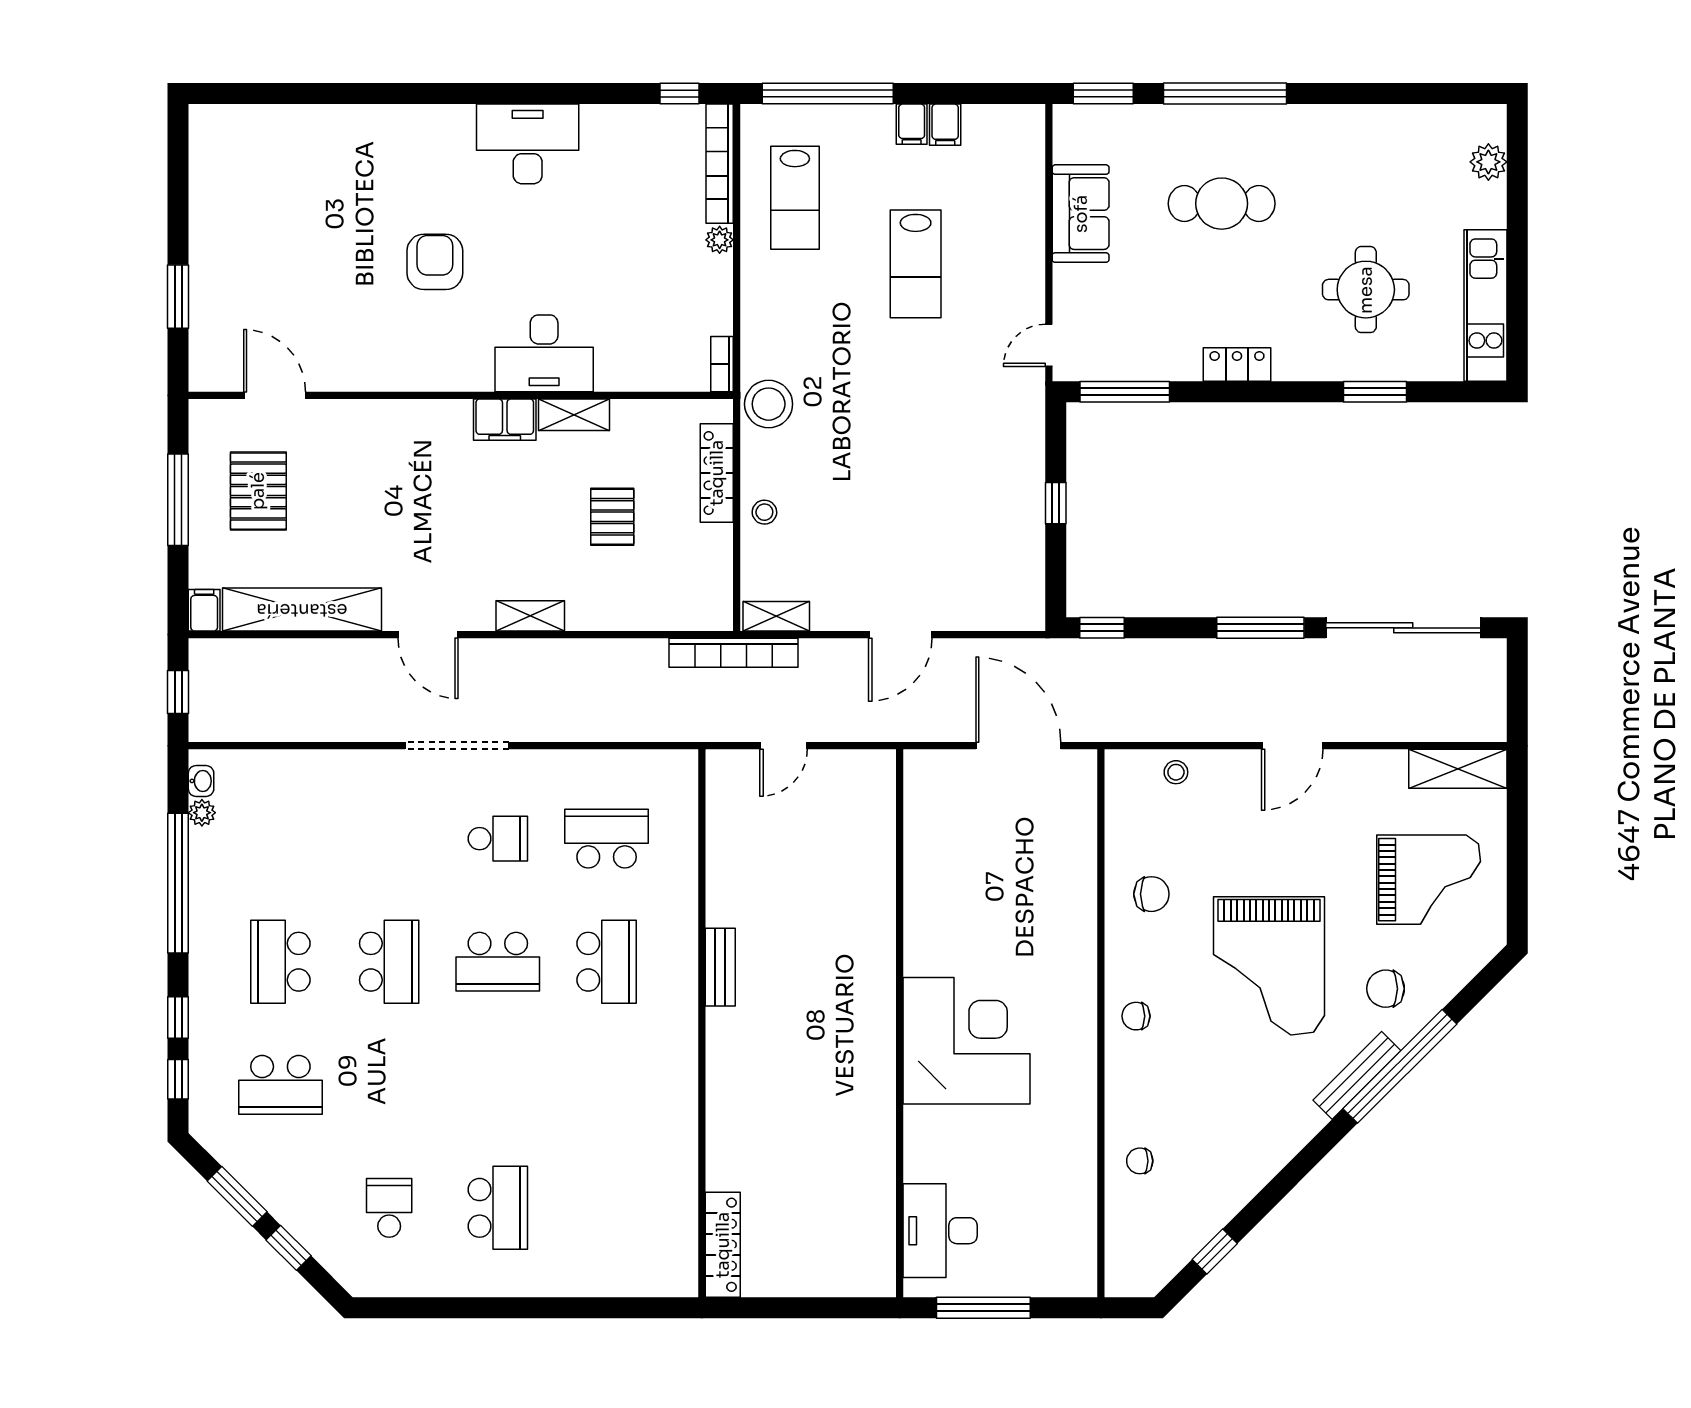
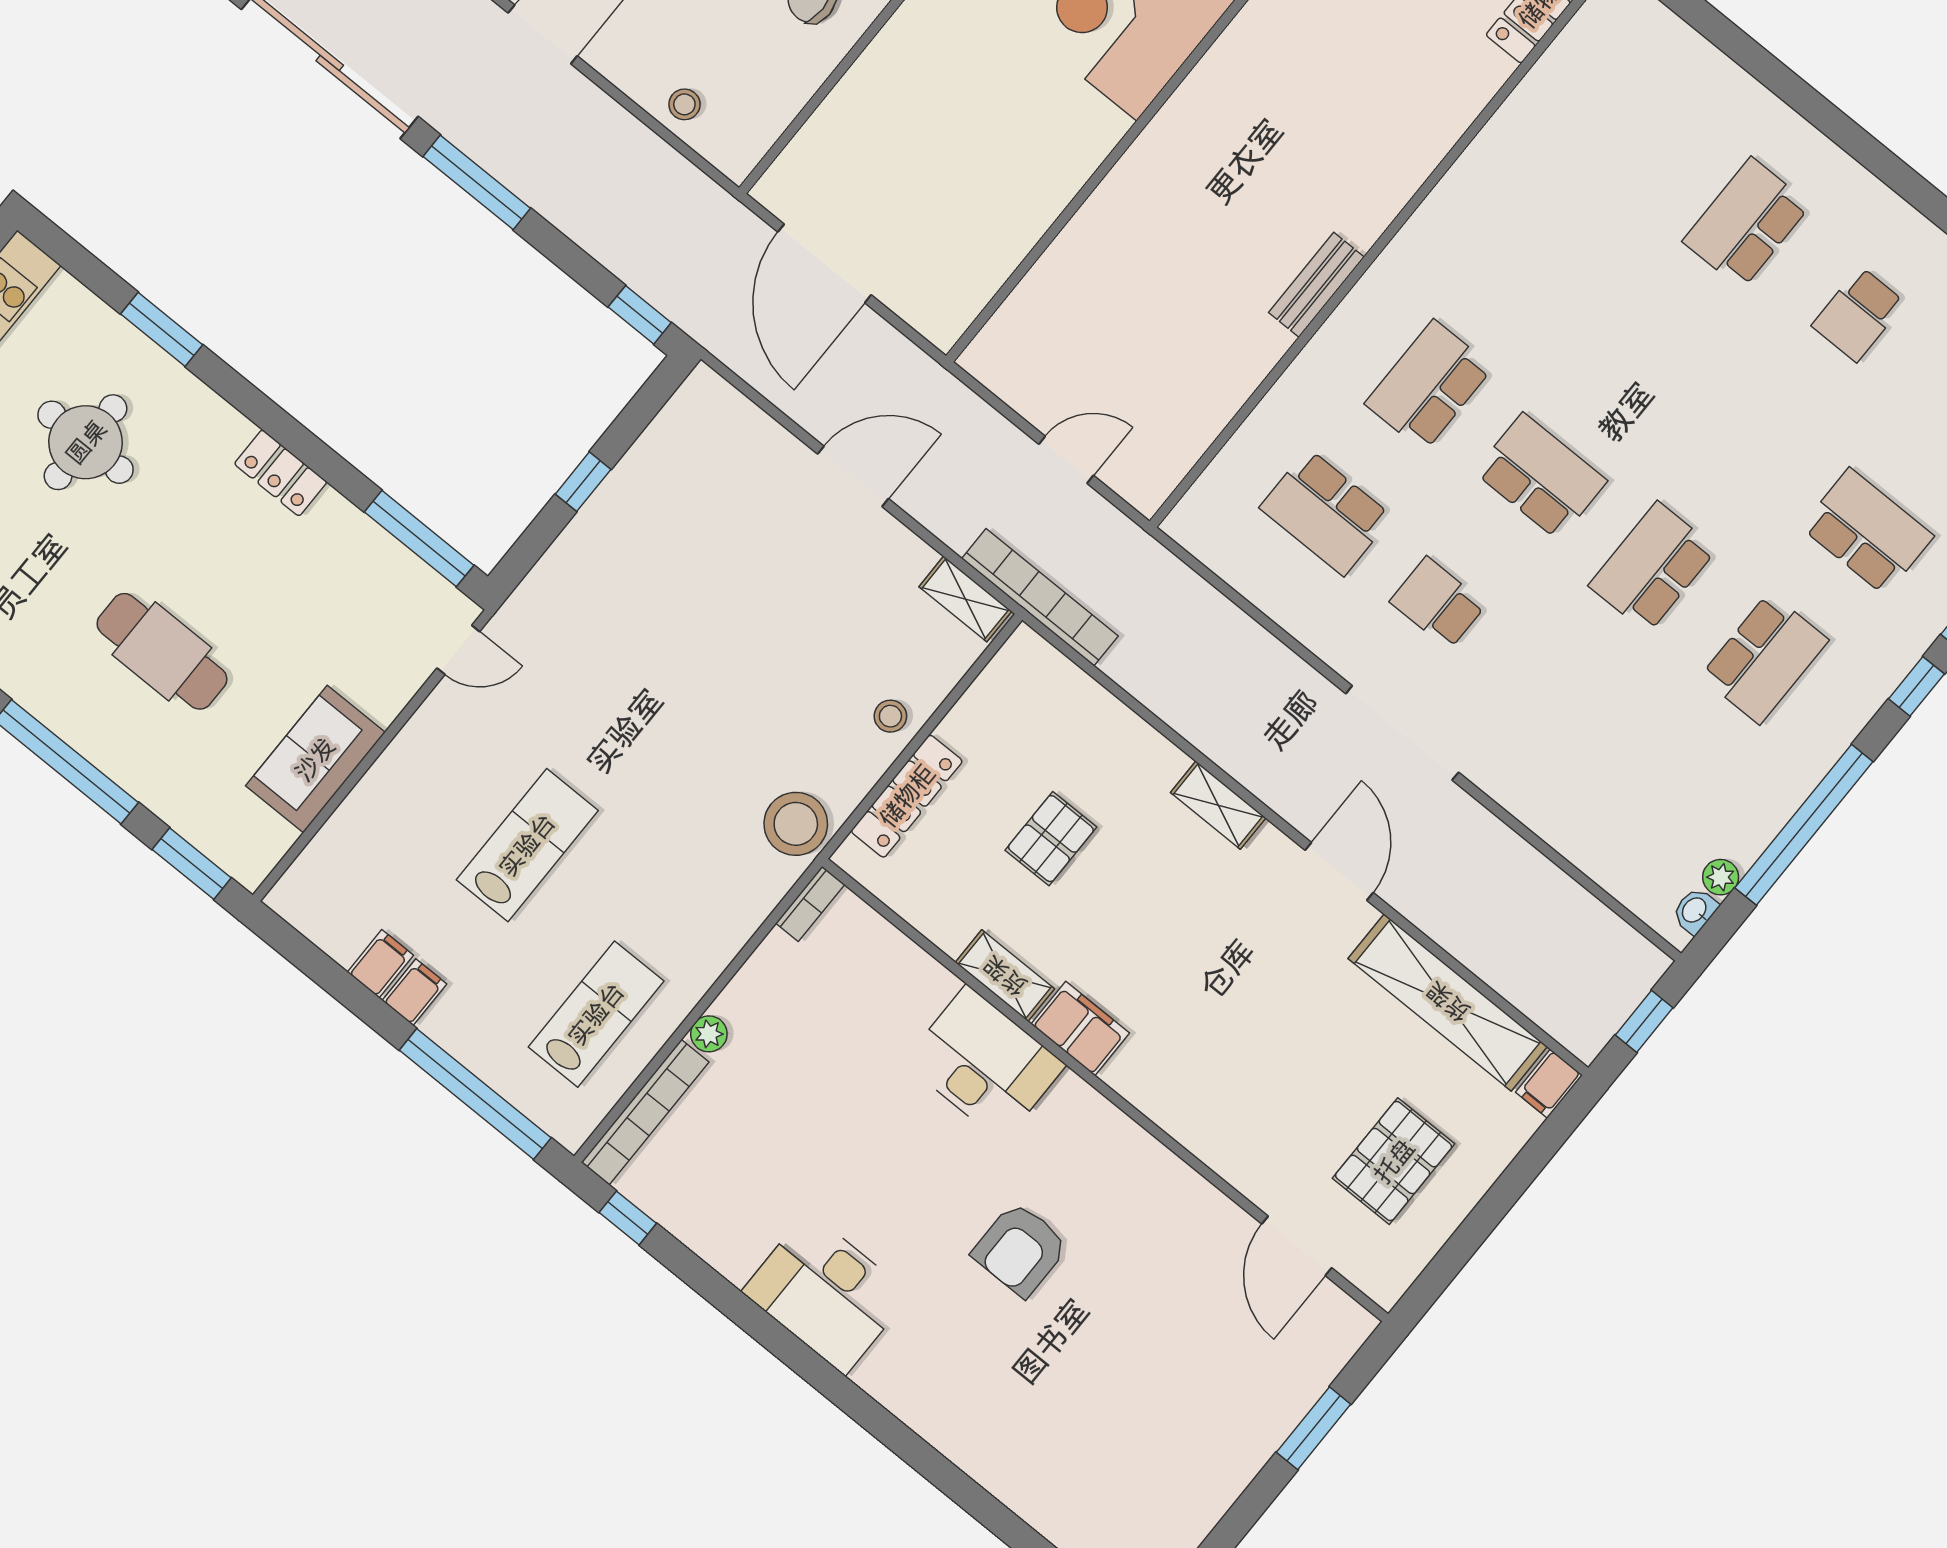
window: (178, 500) -> (1483, 1219), removed

